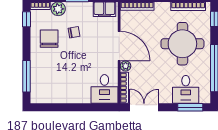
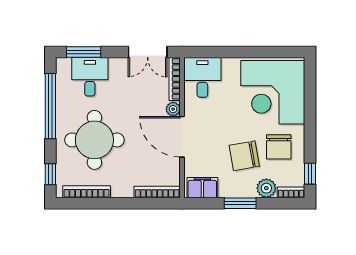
chair: (74, 32) -> (244, 156), width x1.87, depth x1.87
window: (27, 76) -> (310, 95), removed
corner desk: (53, 78) -> (273, 92), added

